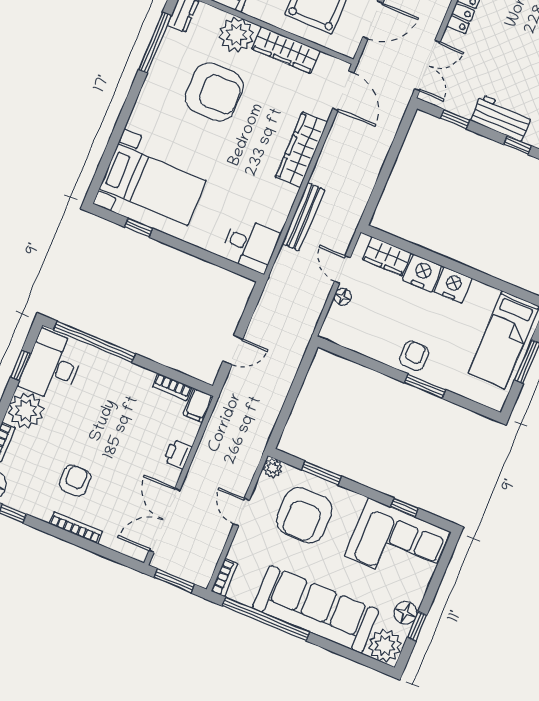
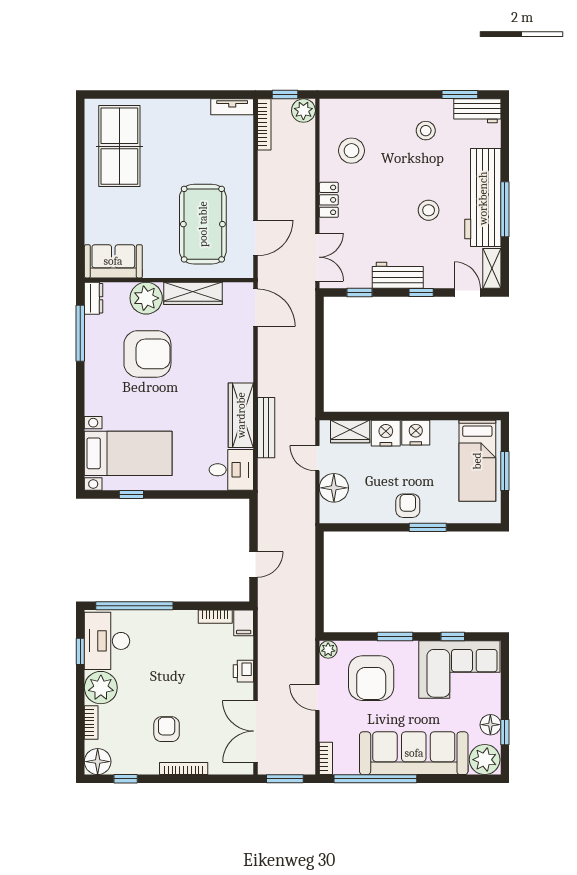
wardrobe: (301, 150) -> (241, 415), moved
floor lamp: (343, 297) -> (334, 488), width x1.89, depth x1.89
window: (322, 473) -> (395, 637), moved

